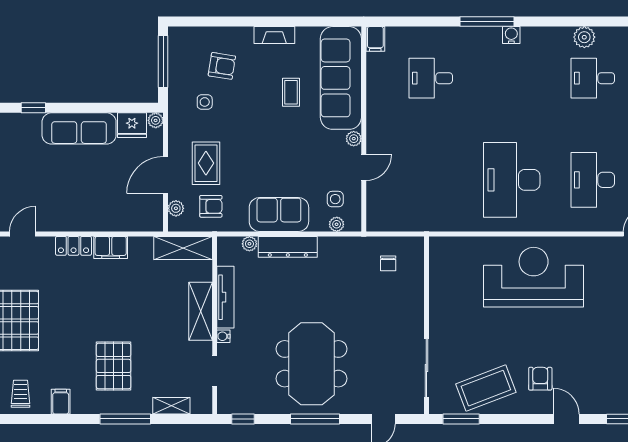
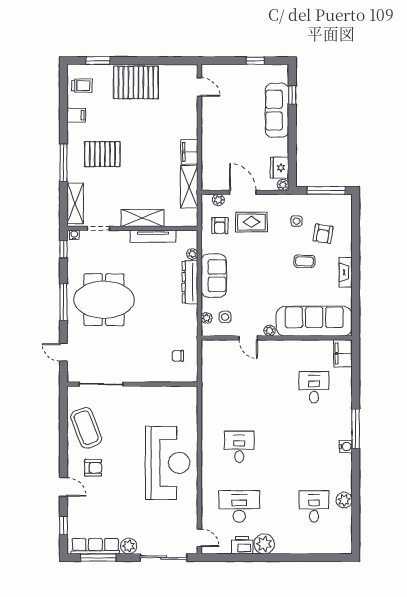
filing cabinet: (375, 39) -> (343, 353), width x2.00
coffee table: (291, 92) -> (304, 261), moved
sofa: (79, 128) -> (277, 110), moved
desk: (512, 180) -> (239, 447), width x0.53, depth x0.77
locker: (74, 246) -> (191, 125), removed
shelving: (183, 248) -> (189, 187), moved
water cooler: (223, 336) -> (74, 235), moved
shelving: (171, 406) -> (75, 203), width x1.50, depth x1.33
window: (461, 419) -> (63, 410), removed
door: (566, 419) -> (63, 487), hinge flipped

